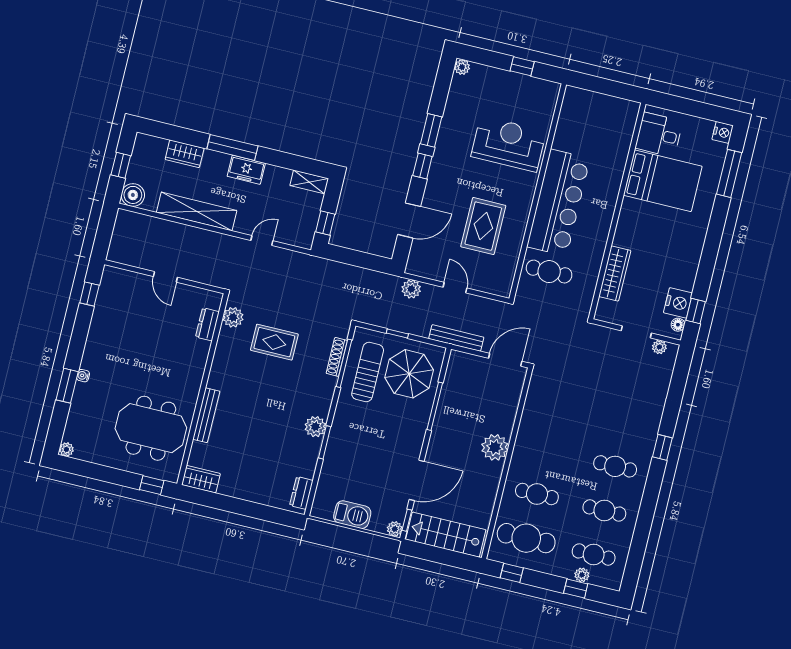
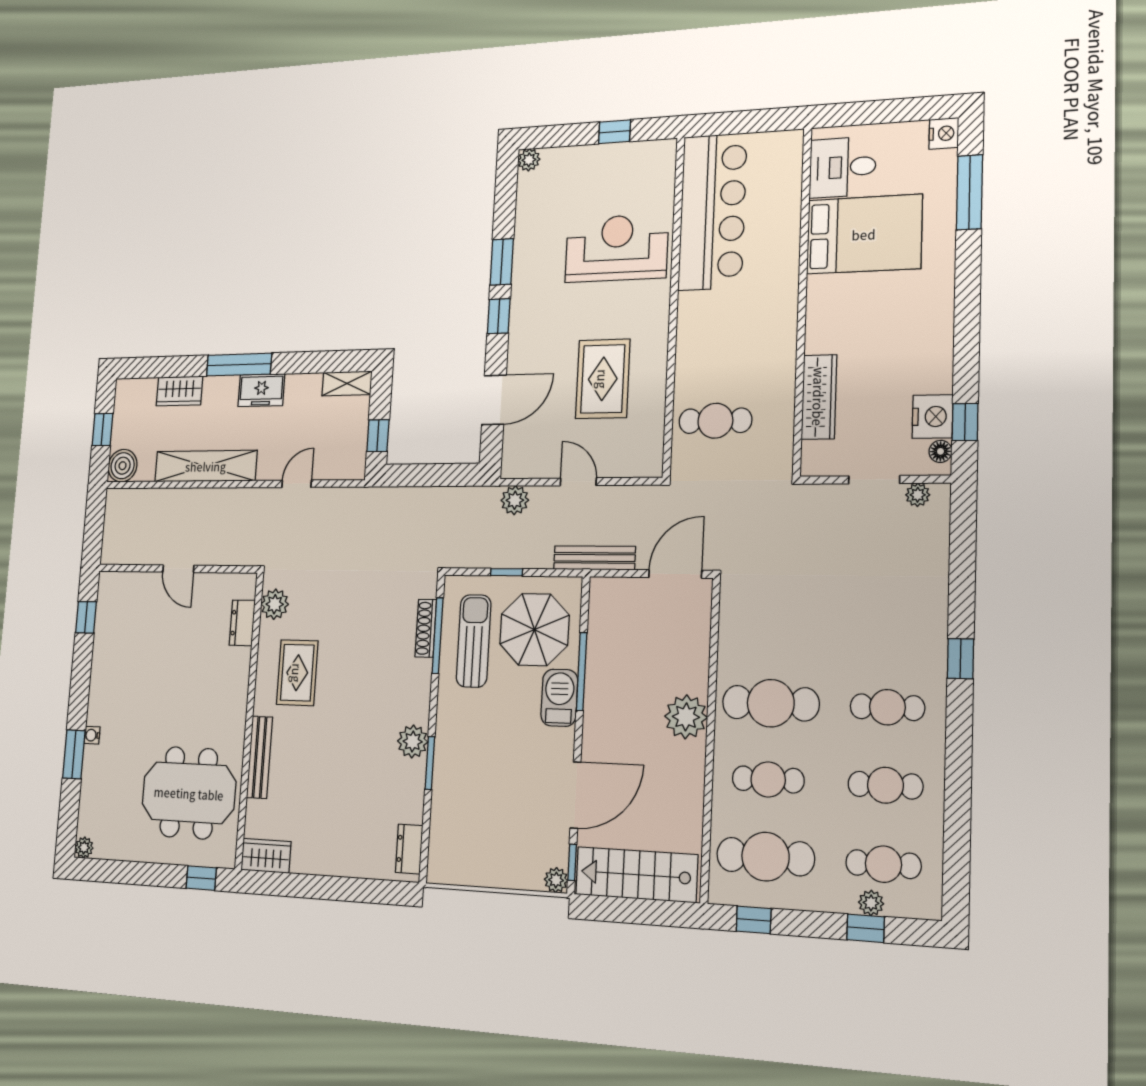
bar counter: (558, 203) -> (712, 212), moved
rug: (274, 342) -> (297, 673), moved, turned 90
cafe table: (548, 450) -> (771, 703), added
barbecue: (352, 515) -> (559, 698), moved, turned -90

